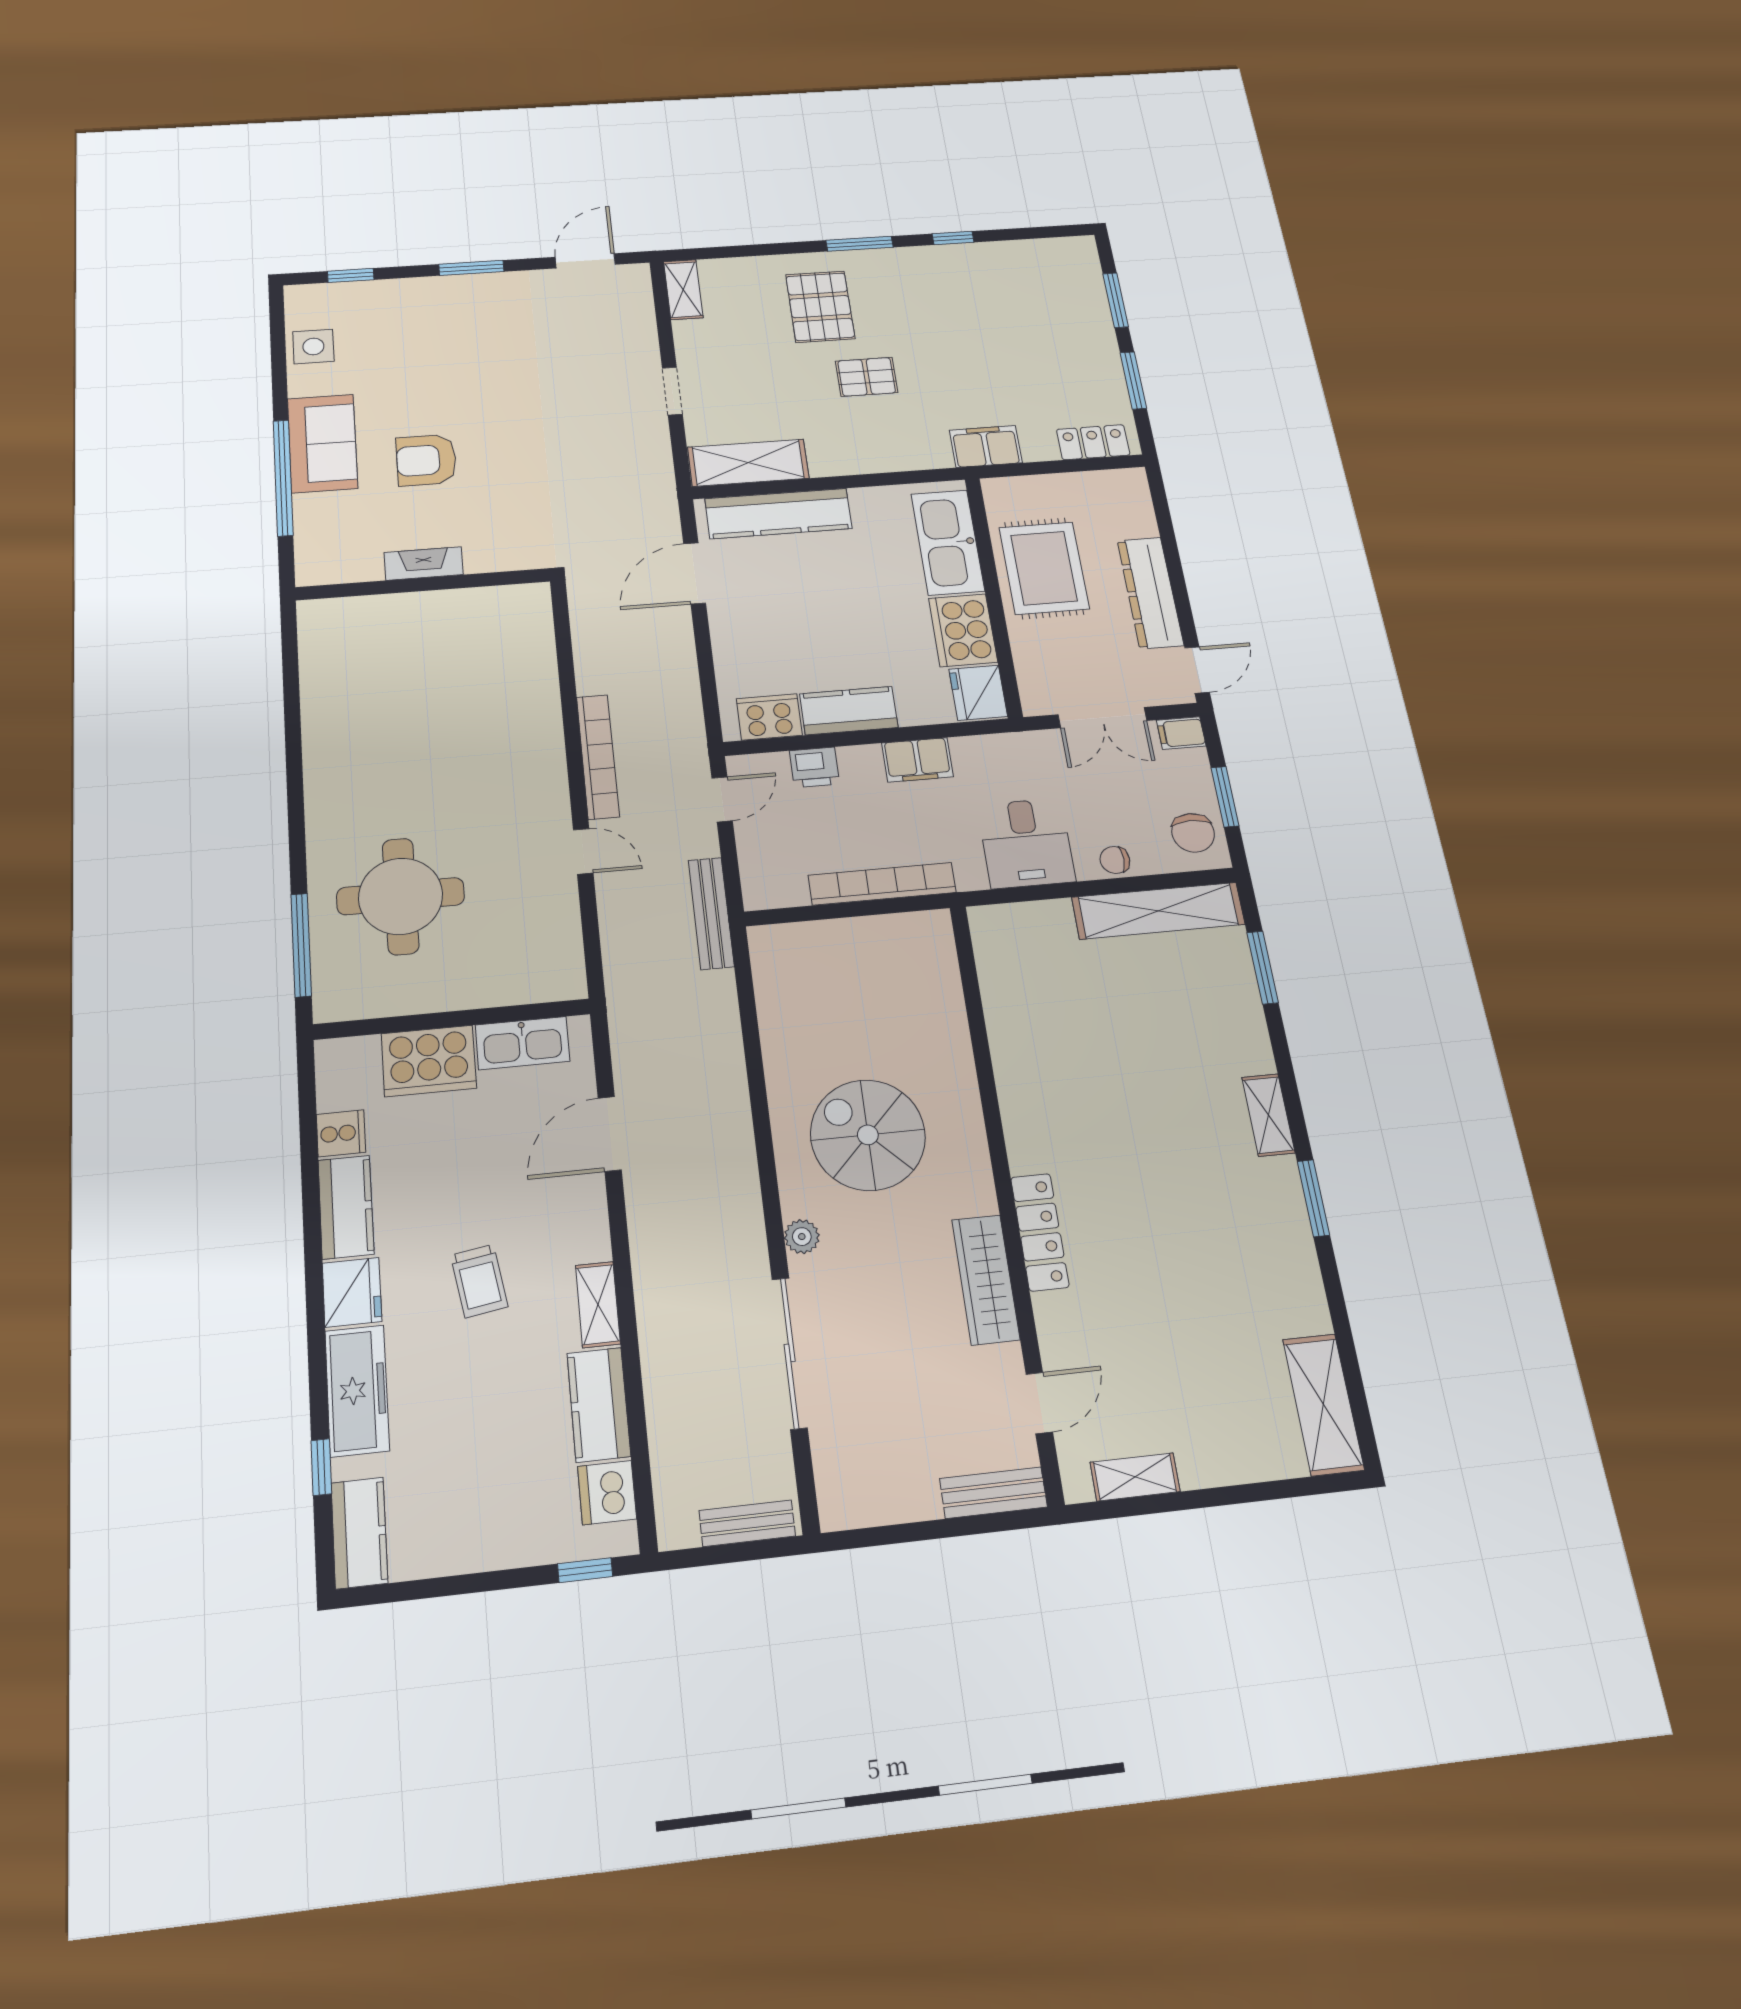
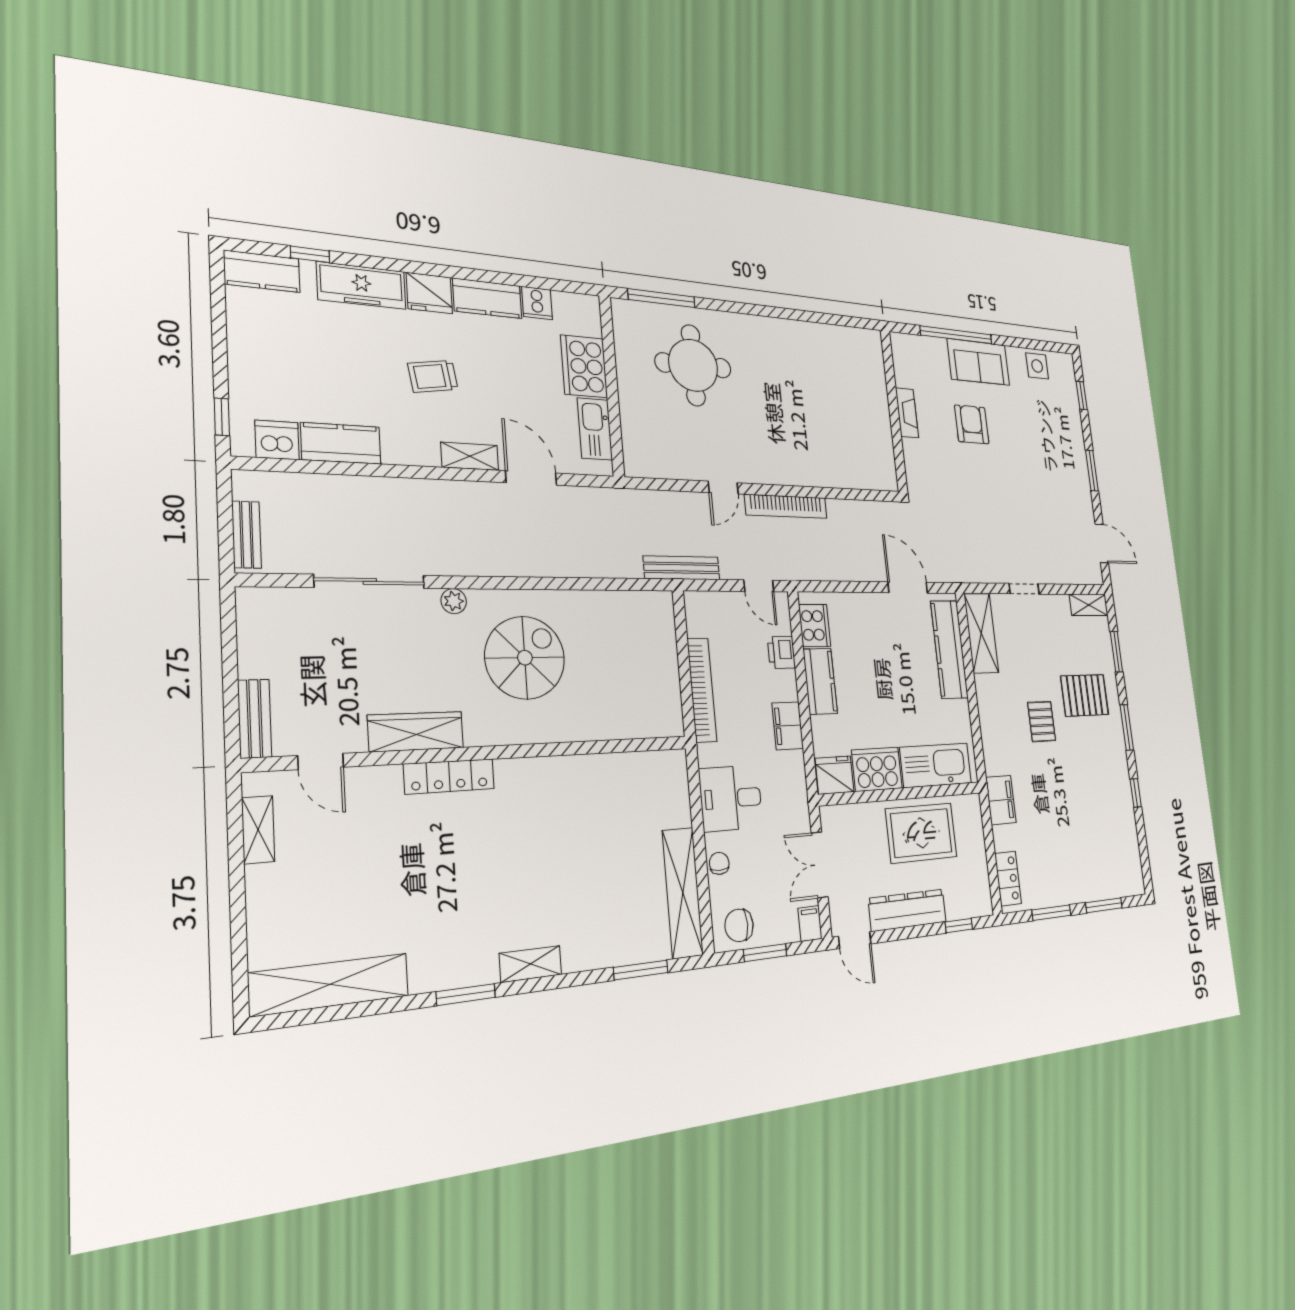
window: (749, 251) -> (1116, 652), added
window: (1164, 519) -> (959, 926), added
shelving: (598, 1305) -> (470, 456), moved
shelving: (1323, 1404) -> (330, 984), width x1.47

